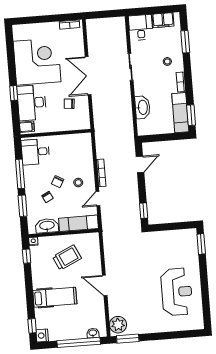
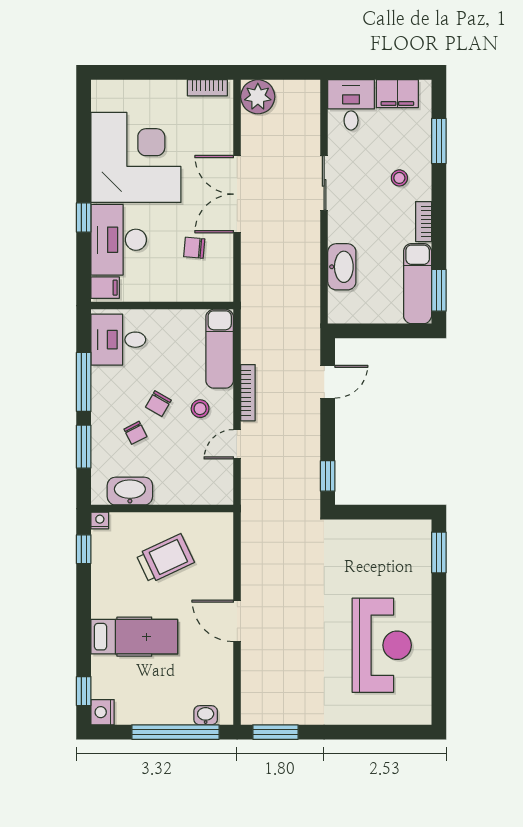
exam couch: (78, 223) -> (220, 349), moved, turned -90
plant: (118, 325) -> (258, 97), moved

